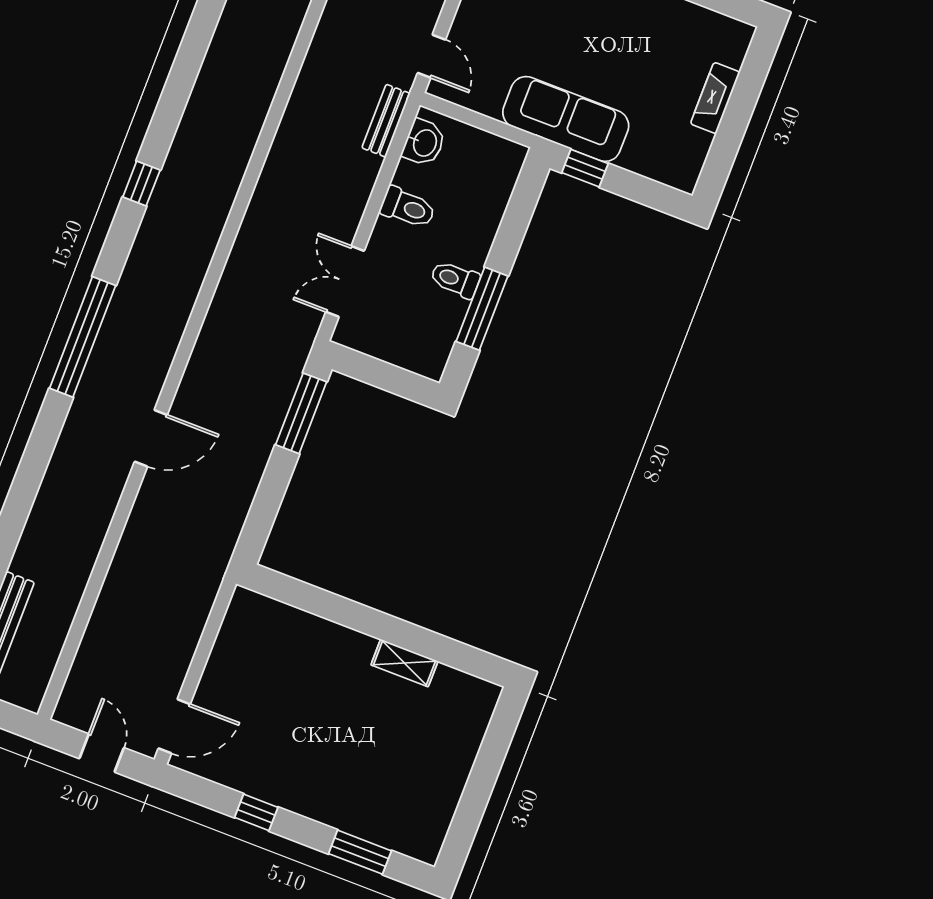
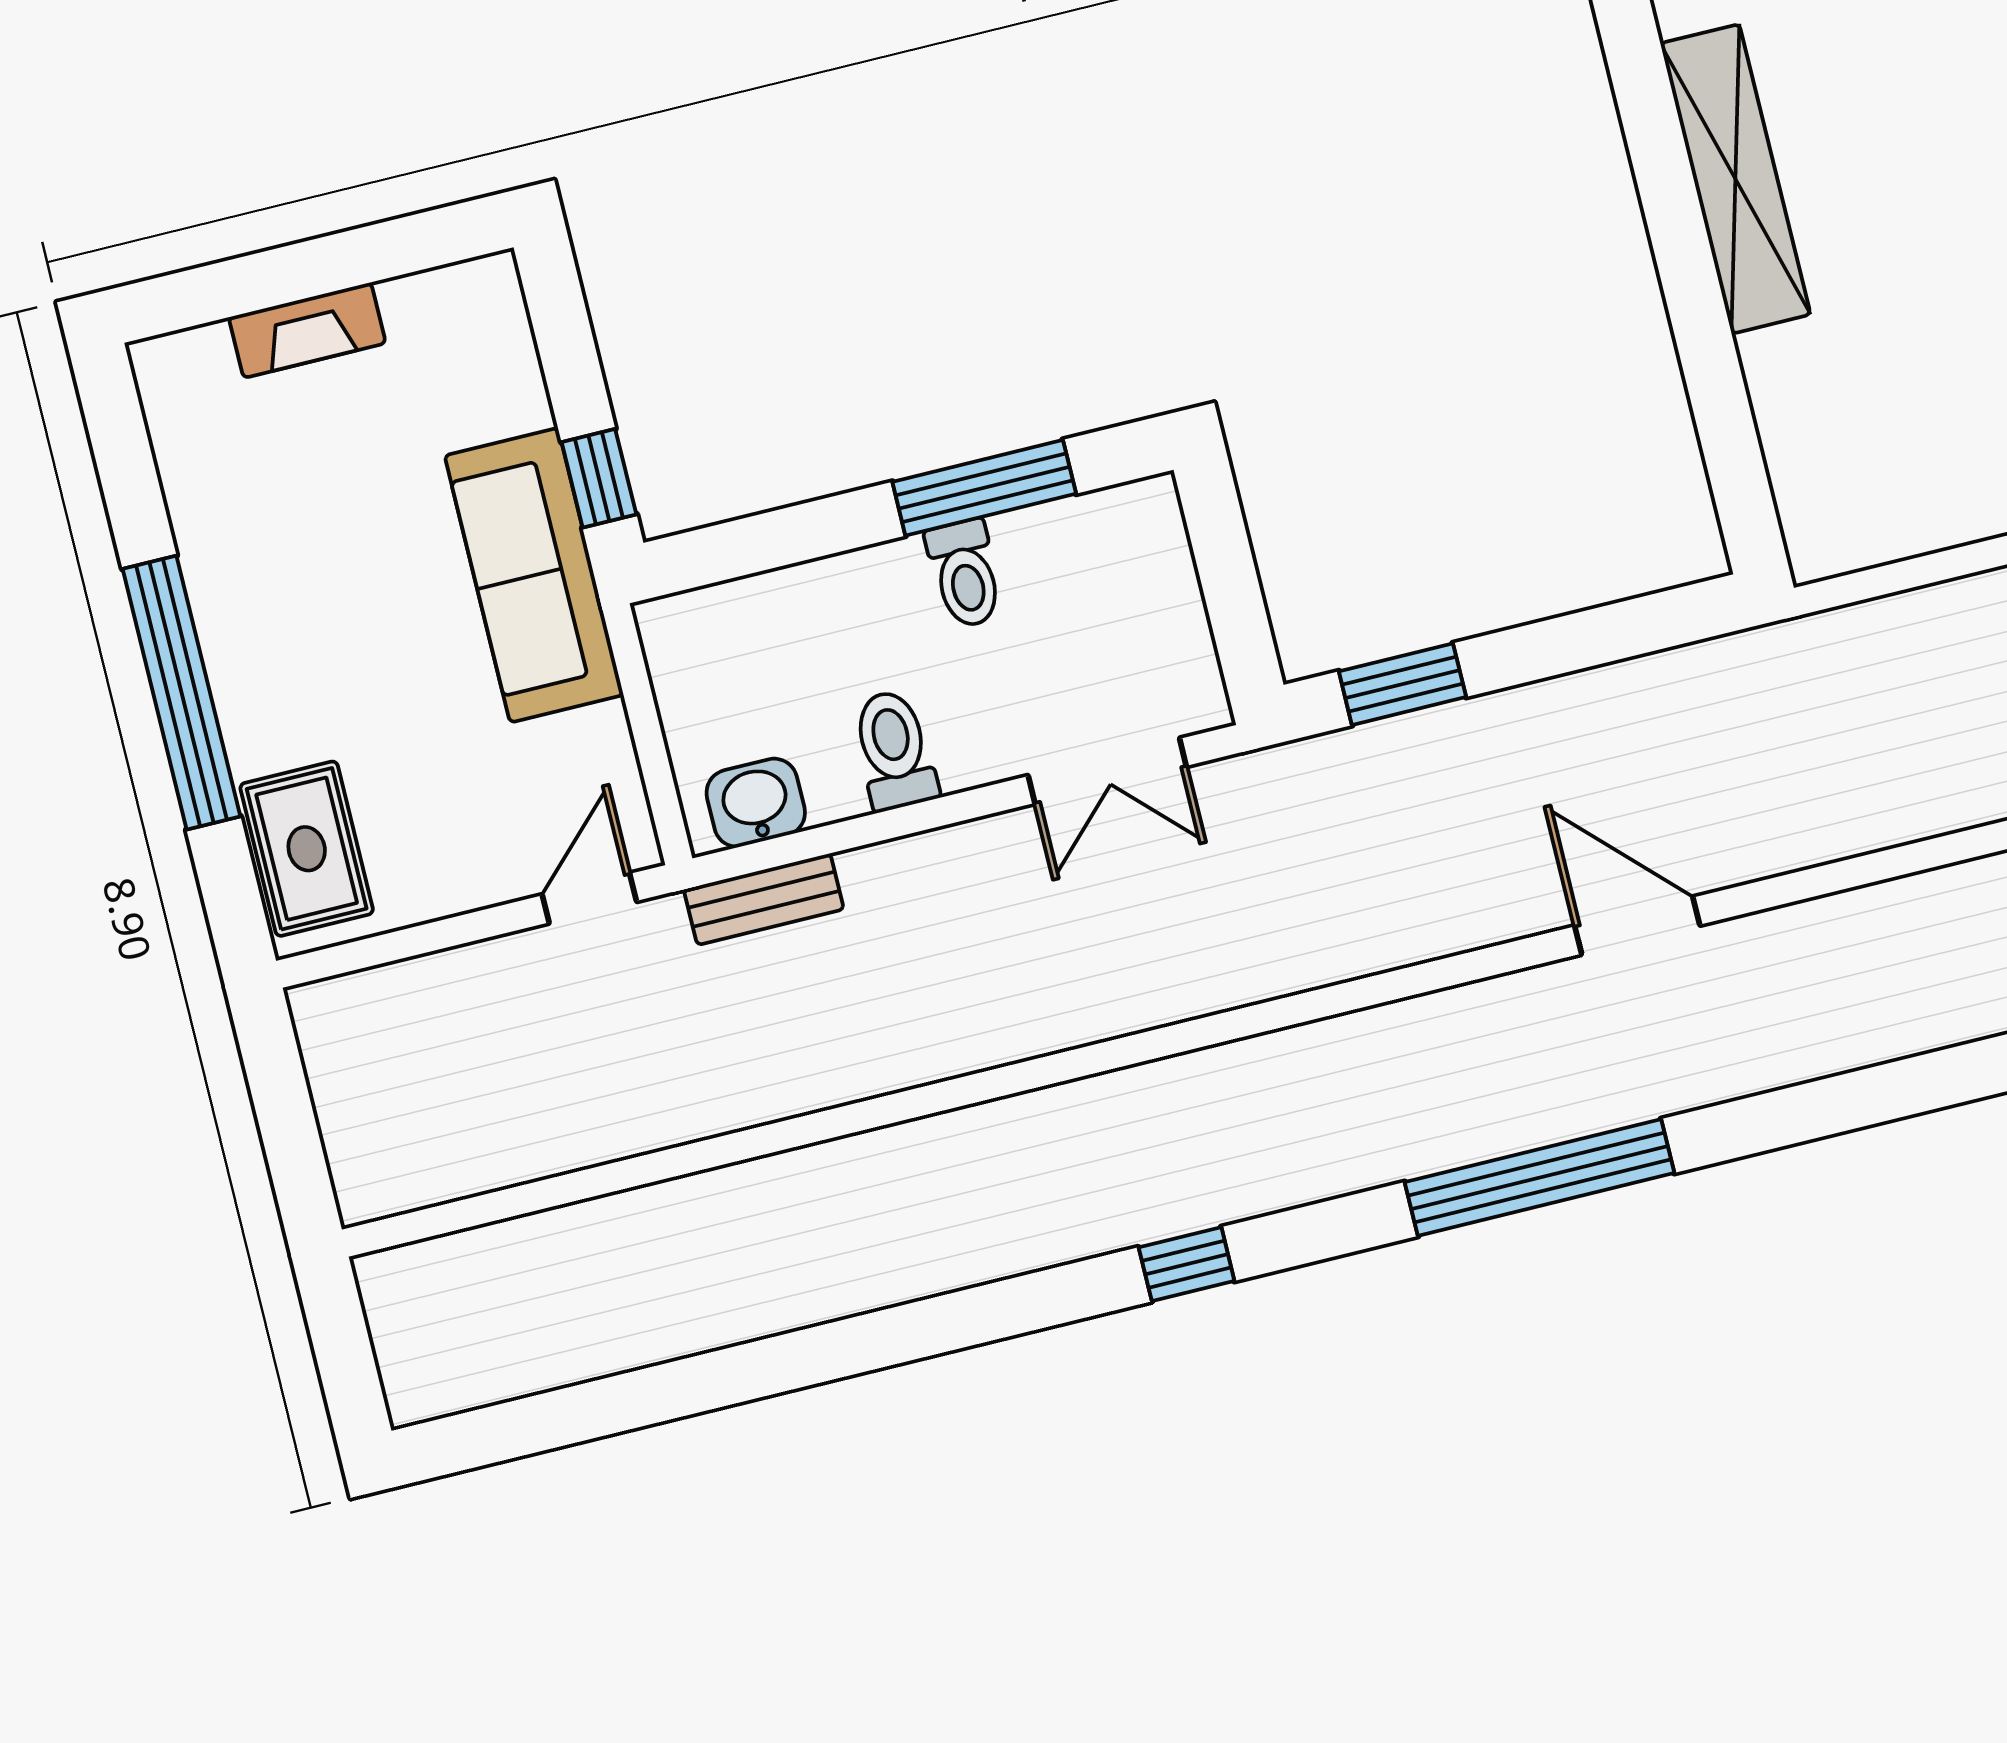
window: (301, 413) -> (1402, 684), width x0.69
shelving: (404, 663) -> (1735, 179), width x2.20, depth x1.33

